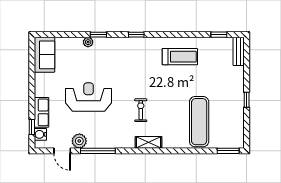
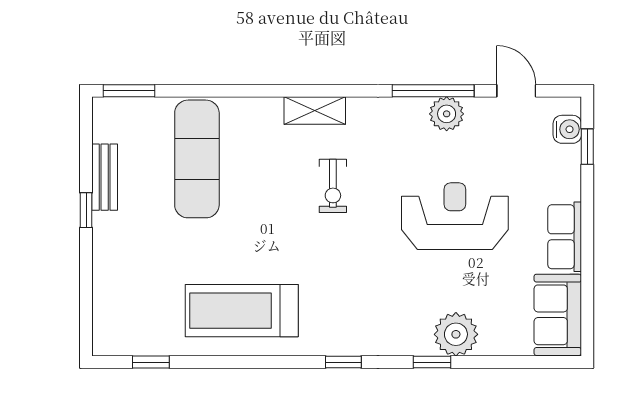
plant: (88, 42) -> (456, 334), width x1.88, depth x1.88
bench: (239, 51) -> (105, 177), moved
treadmill: (180, 57) -> (242, 311), width x1.37, depth x1.38
reception desk: (89, 97) -> (455, 216), turned 180
row of seats: (41, 112) -> (565, 237), moved
plant: (79, 141) -> (447, 114), moved

